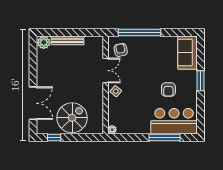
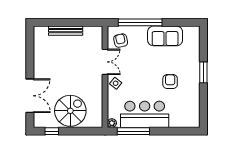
plant: (44, 42) -> (41, 33), removed
sofa: (187, 53) -> (165, 36), moved, turned -90
armchair: (168, 90) -> (170, 82), turned 180
bar counter: (174, 121) -> (145, 114), moved
window: (164, 137) -> (133, 131), moved

